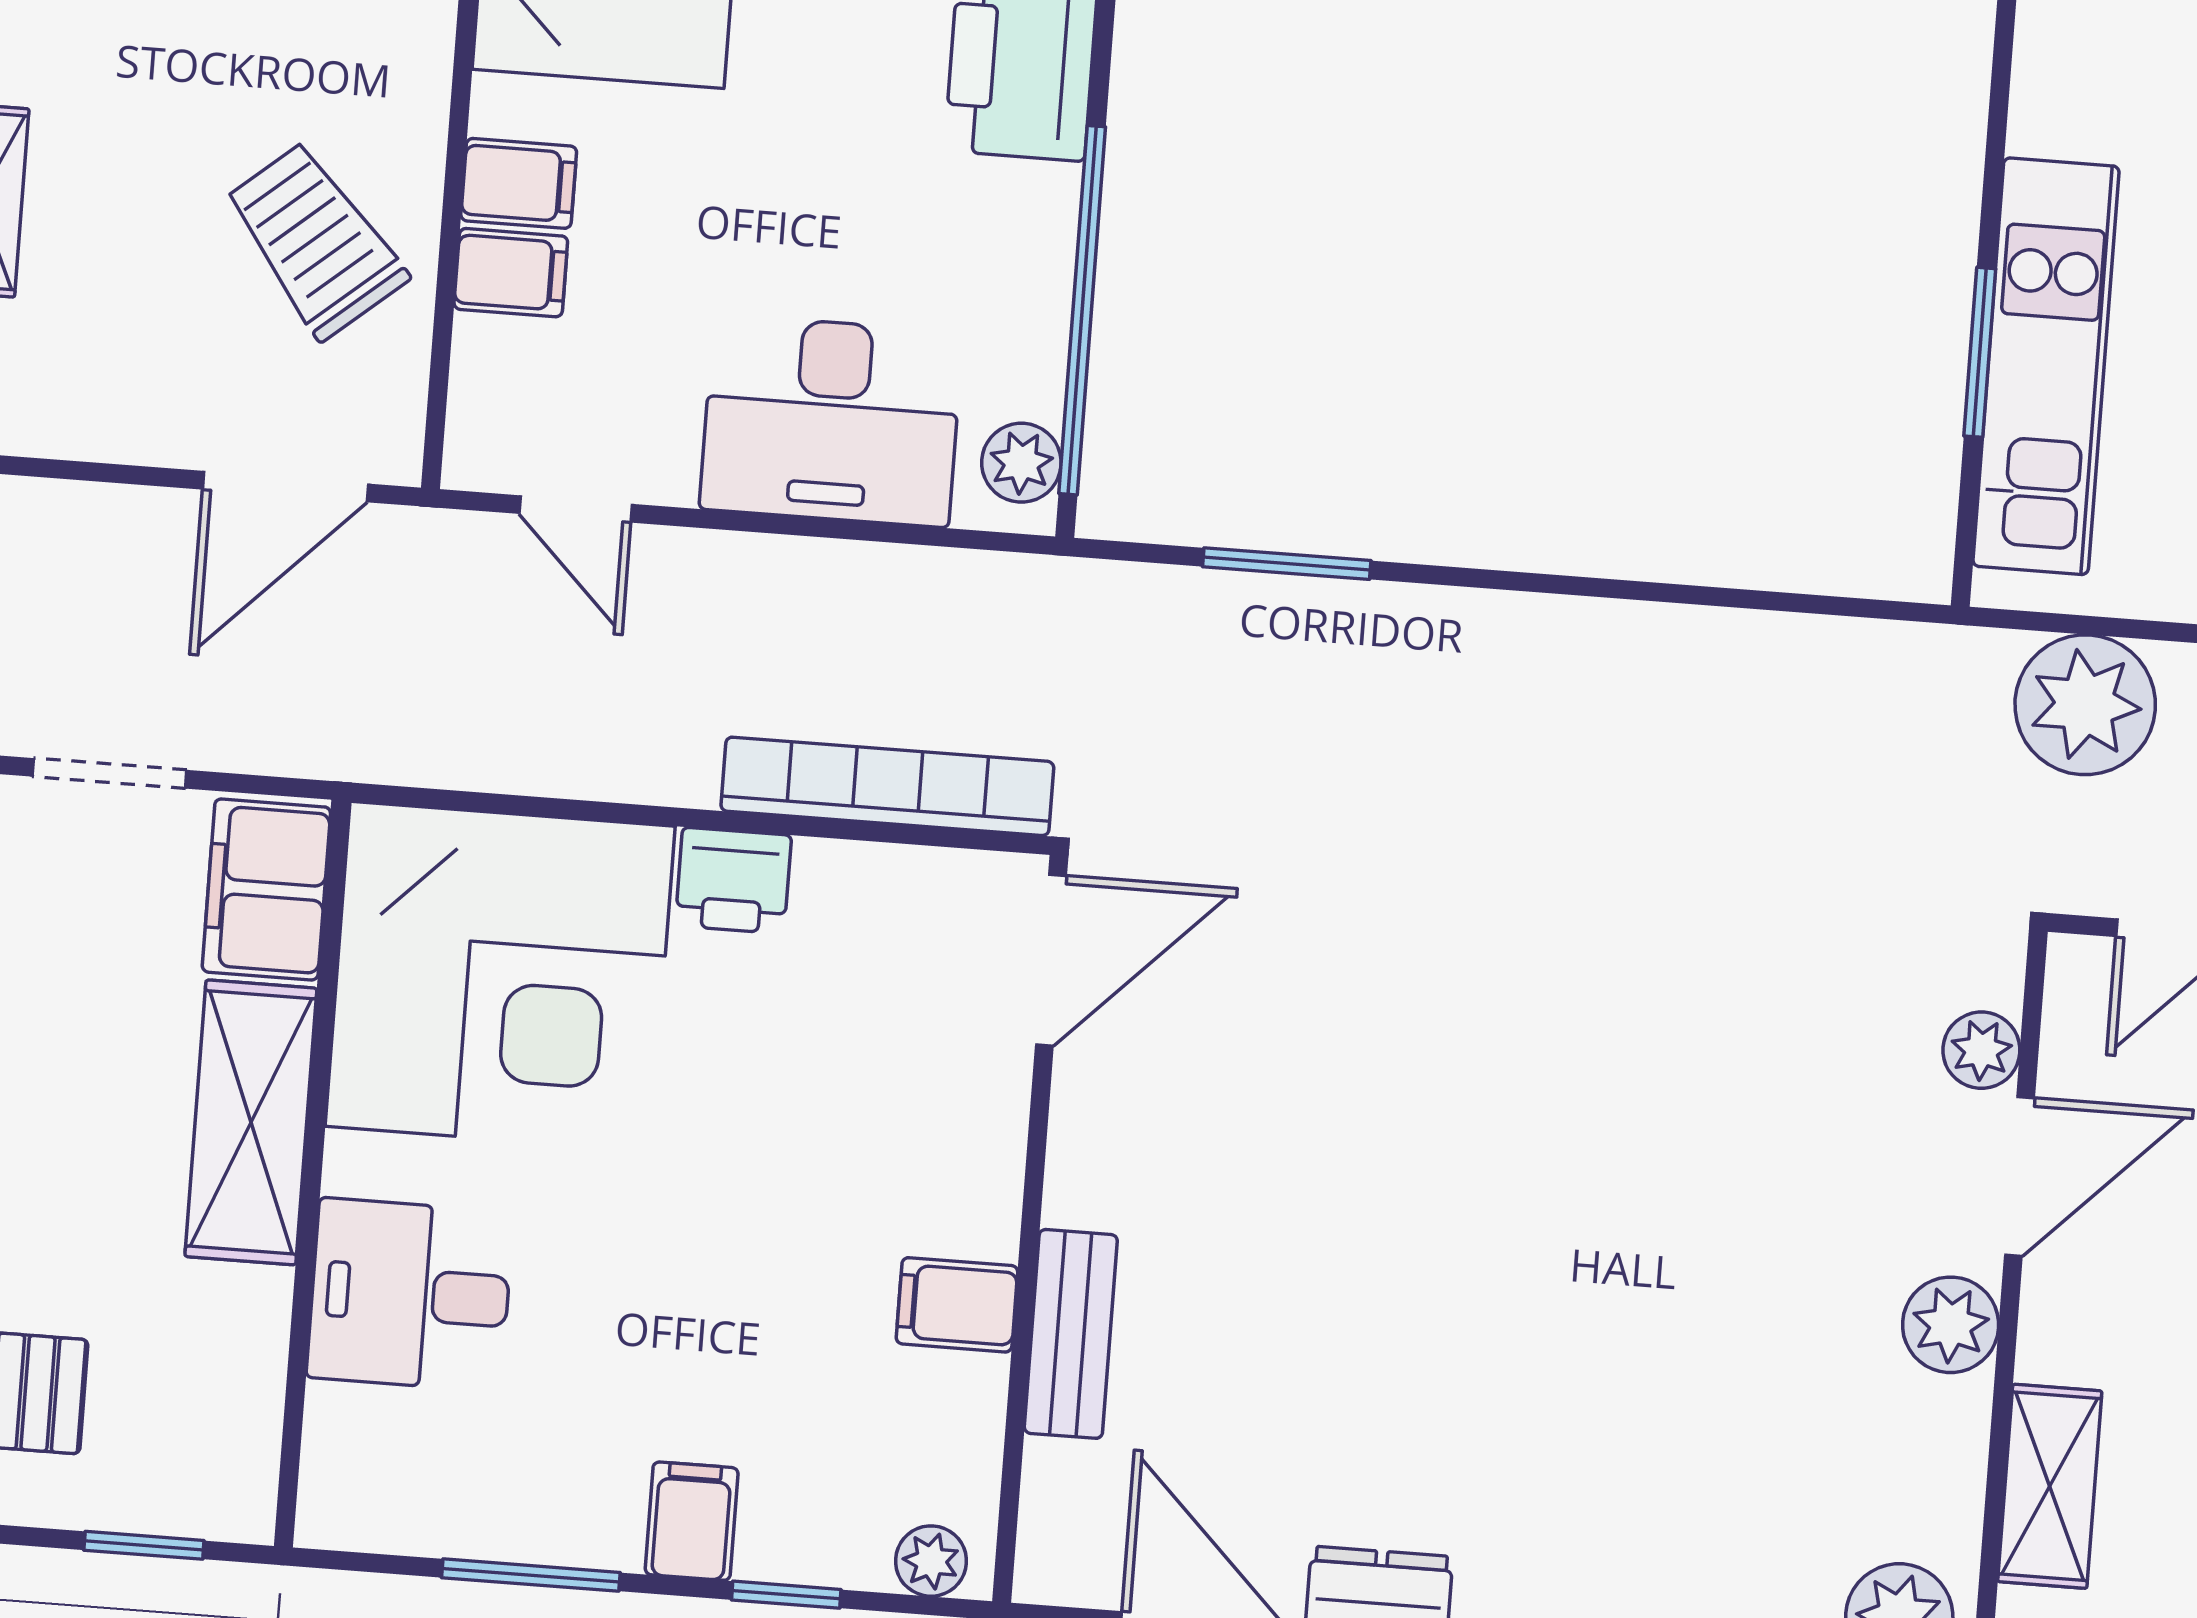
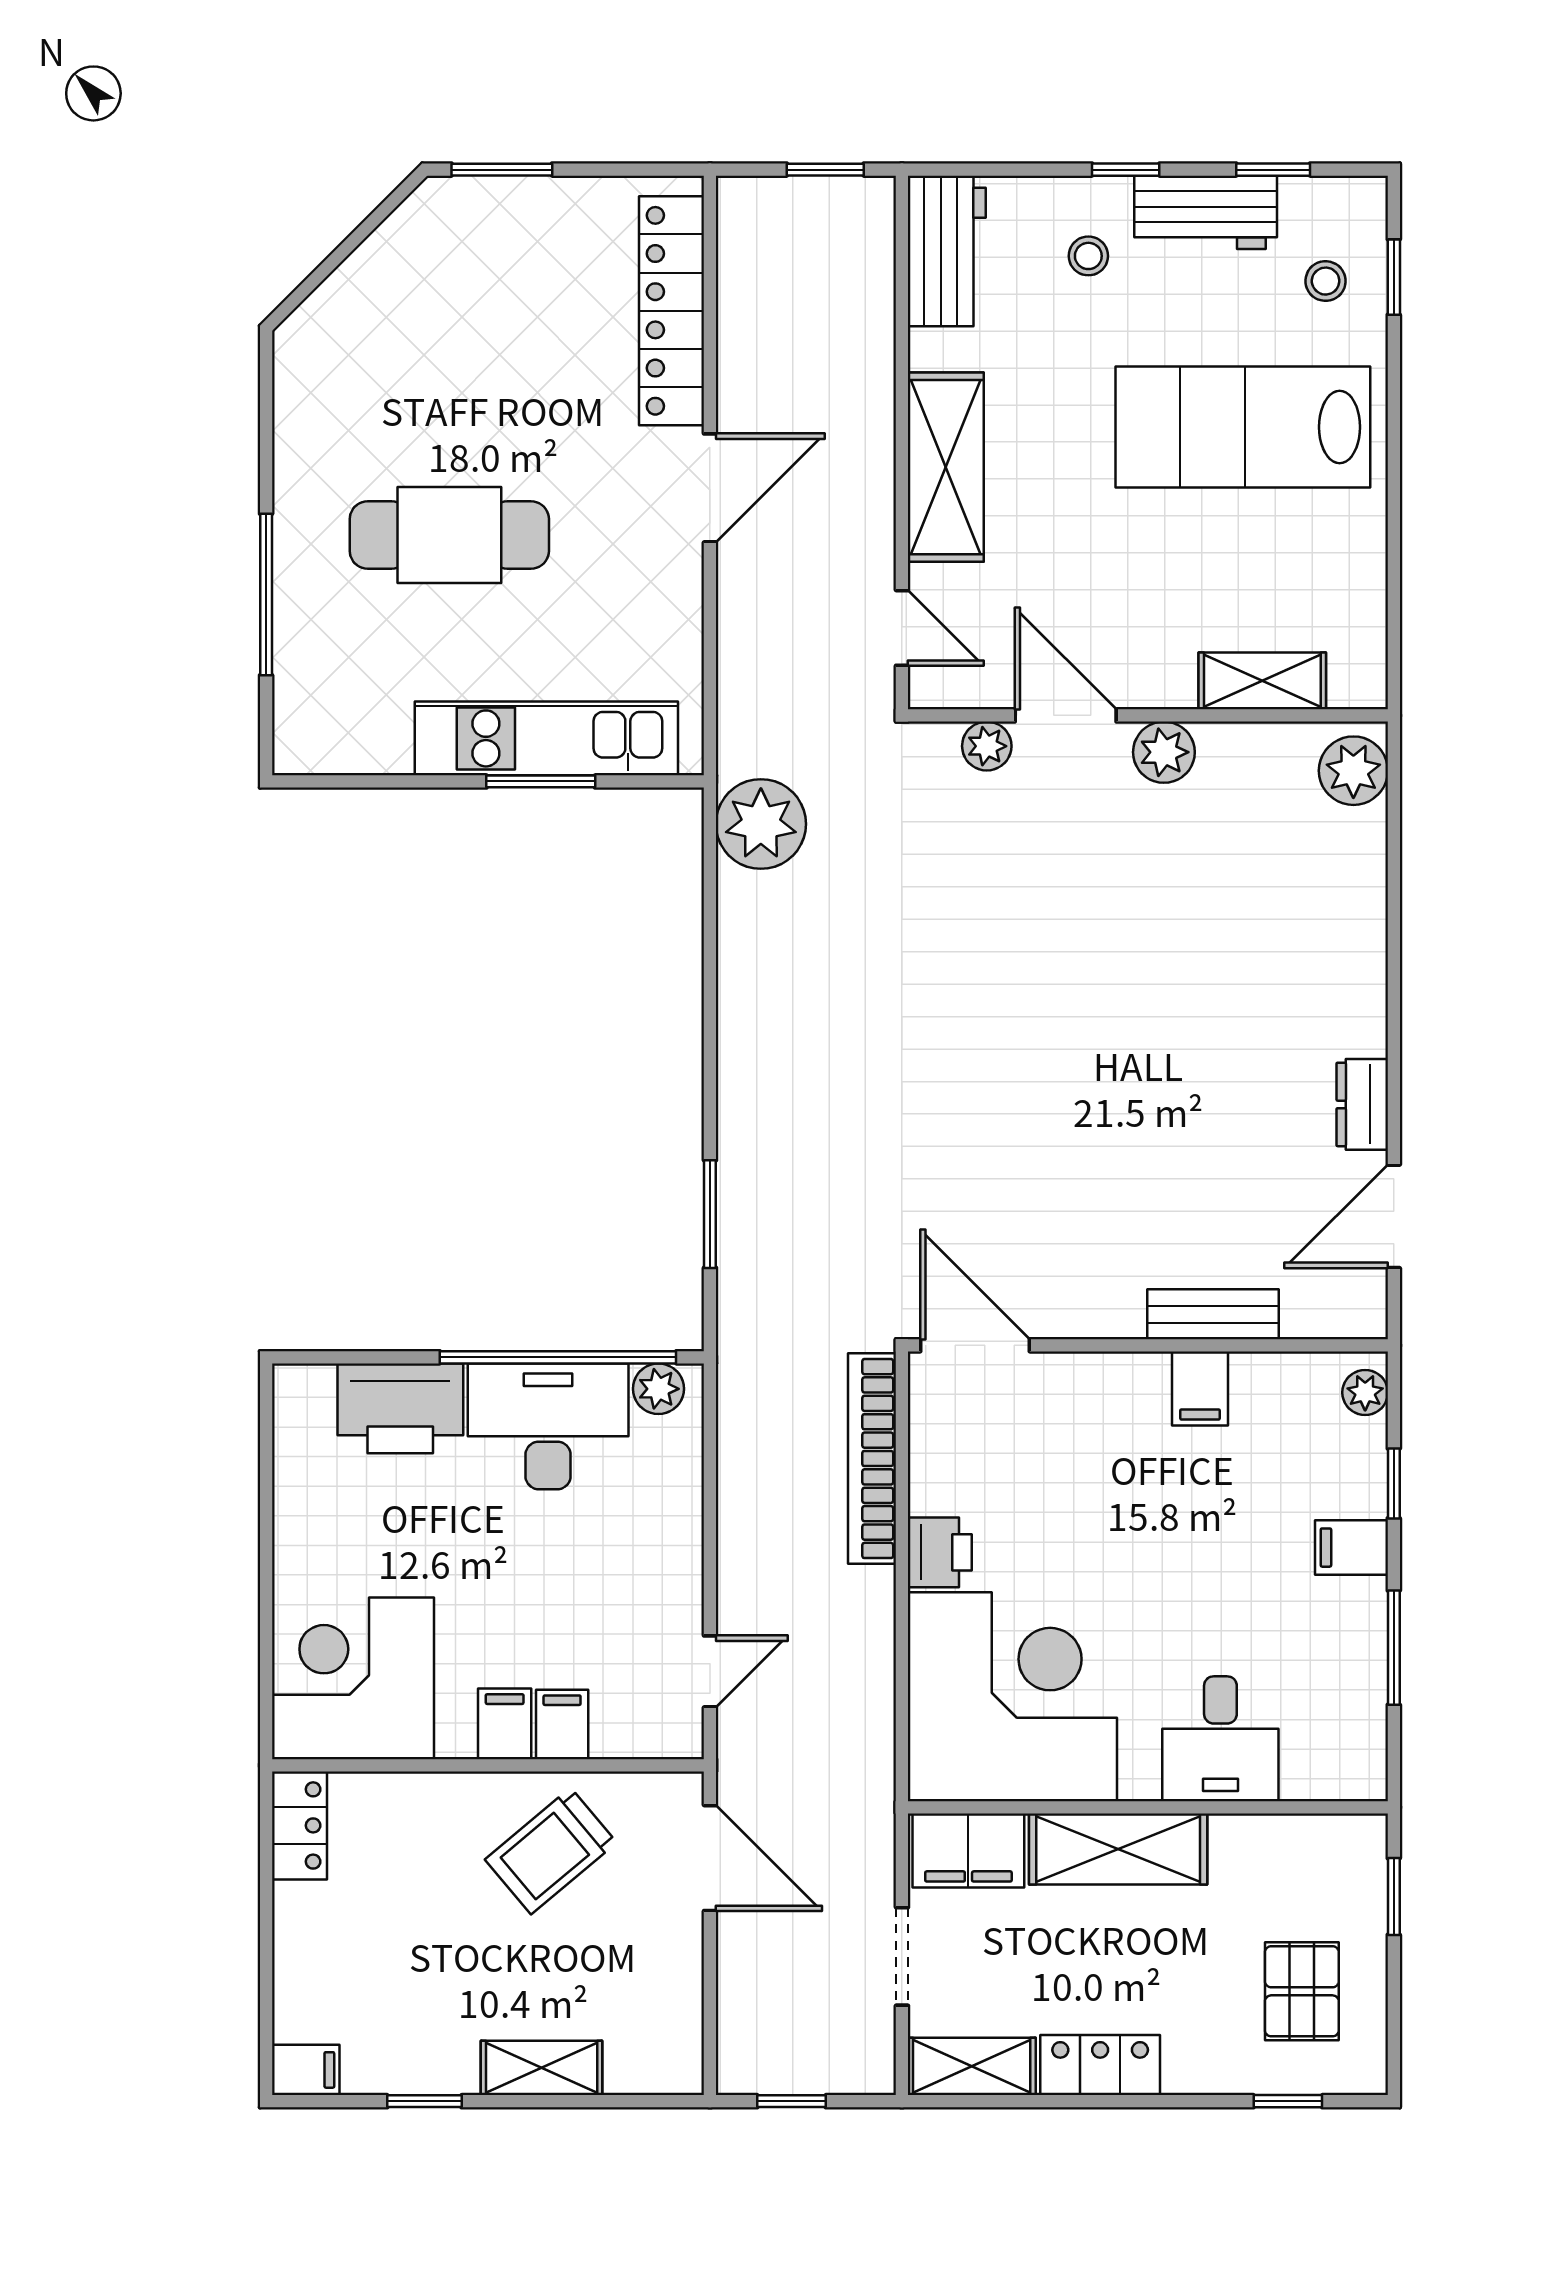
desk: (831, 421) -> (548, 1426), moved, turned -90
plant: (2085, 705) -> (761, 824), moved

